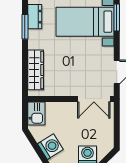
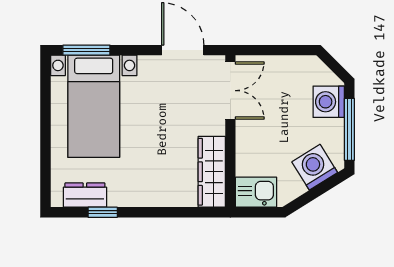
window: (25, 27) -> (103, 212), width x0.67
wardrobe: (36, 70) -> (212, 172), moved, turned -90

